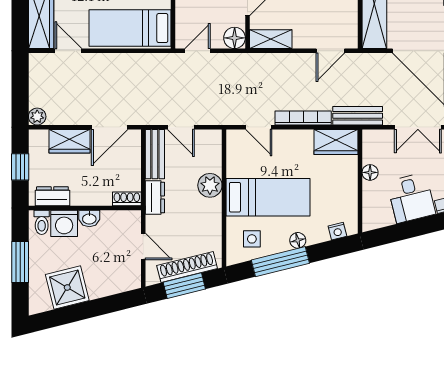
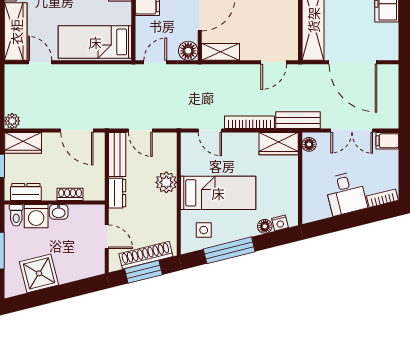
door: (110, 127) -> (77, 130), hinge flipped
wardrobe: (69, 141) -> (23, 143), moved
floor lamp: (370, 172) -> (309, 144), moved
shoe rack: (127, 199) -> (70, 194), moved
floor lamp: (298, 240) -> (265, 226), moved

